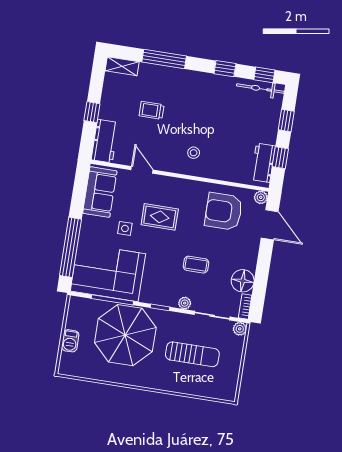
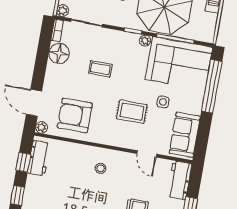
armchair: (224, 211) -> (75, 115), turned 180
plant: (185, 303) -> (145, 41), moved

